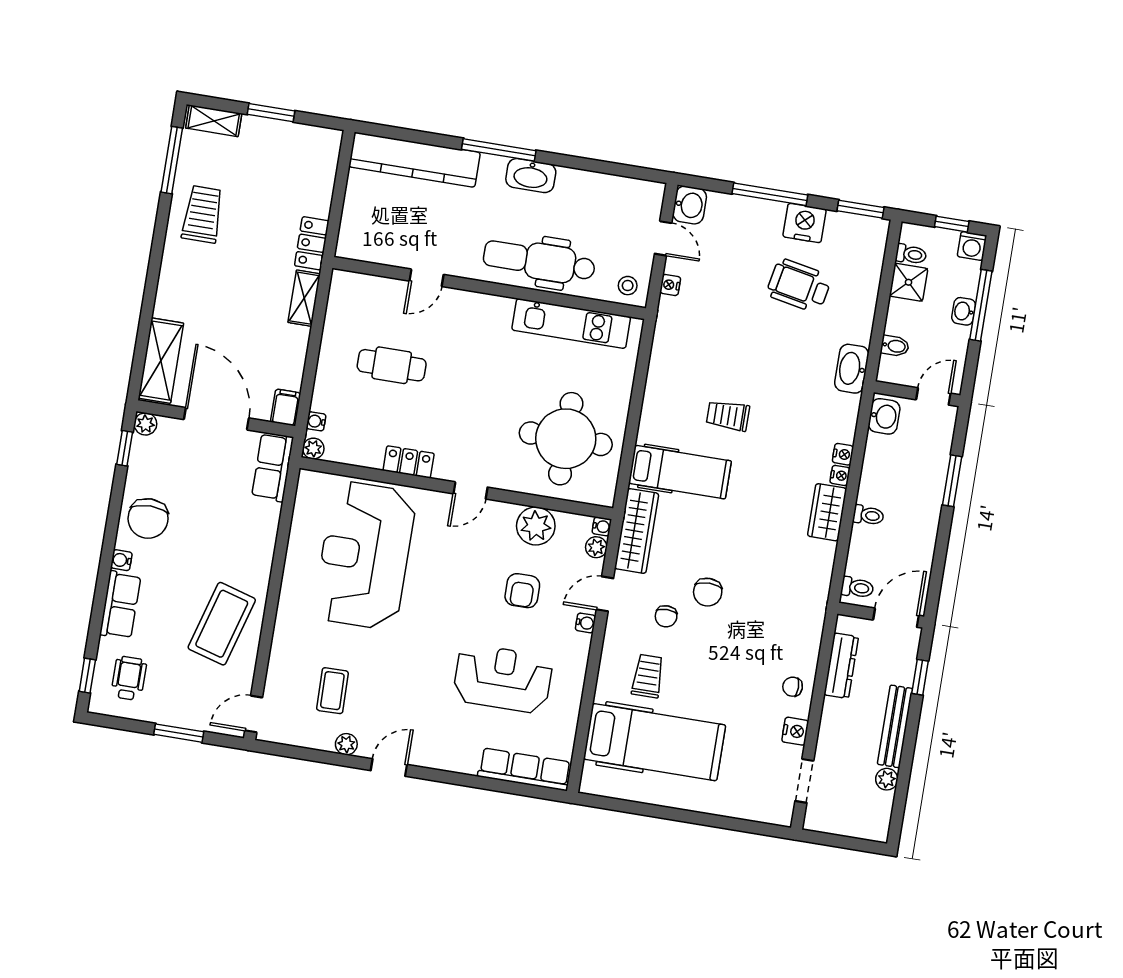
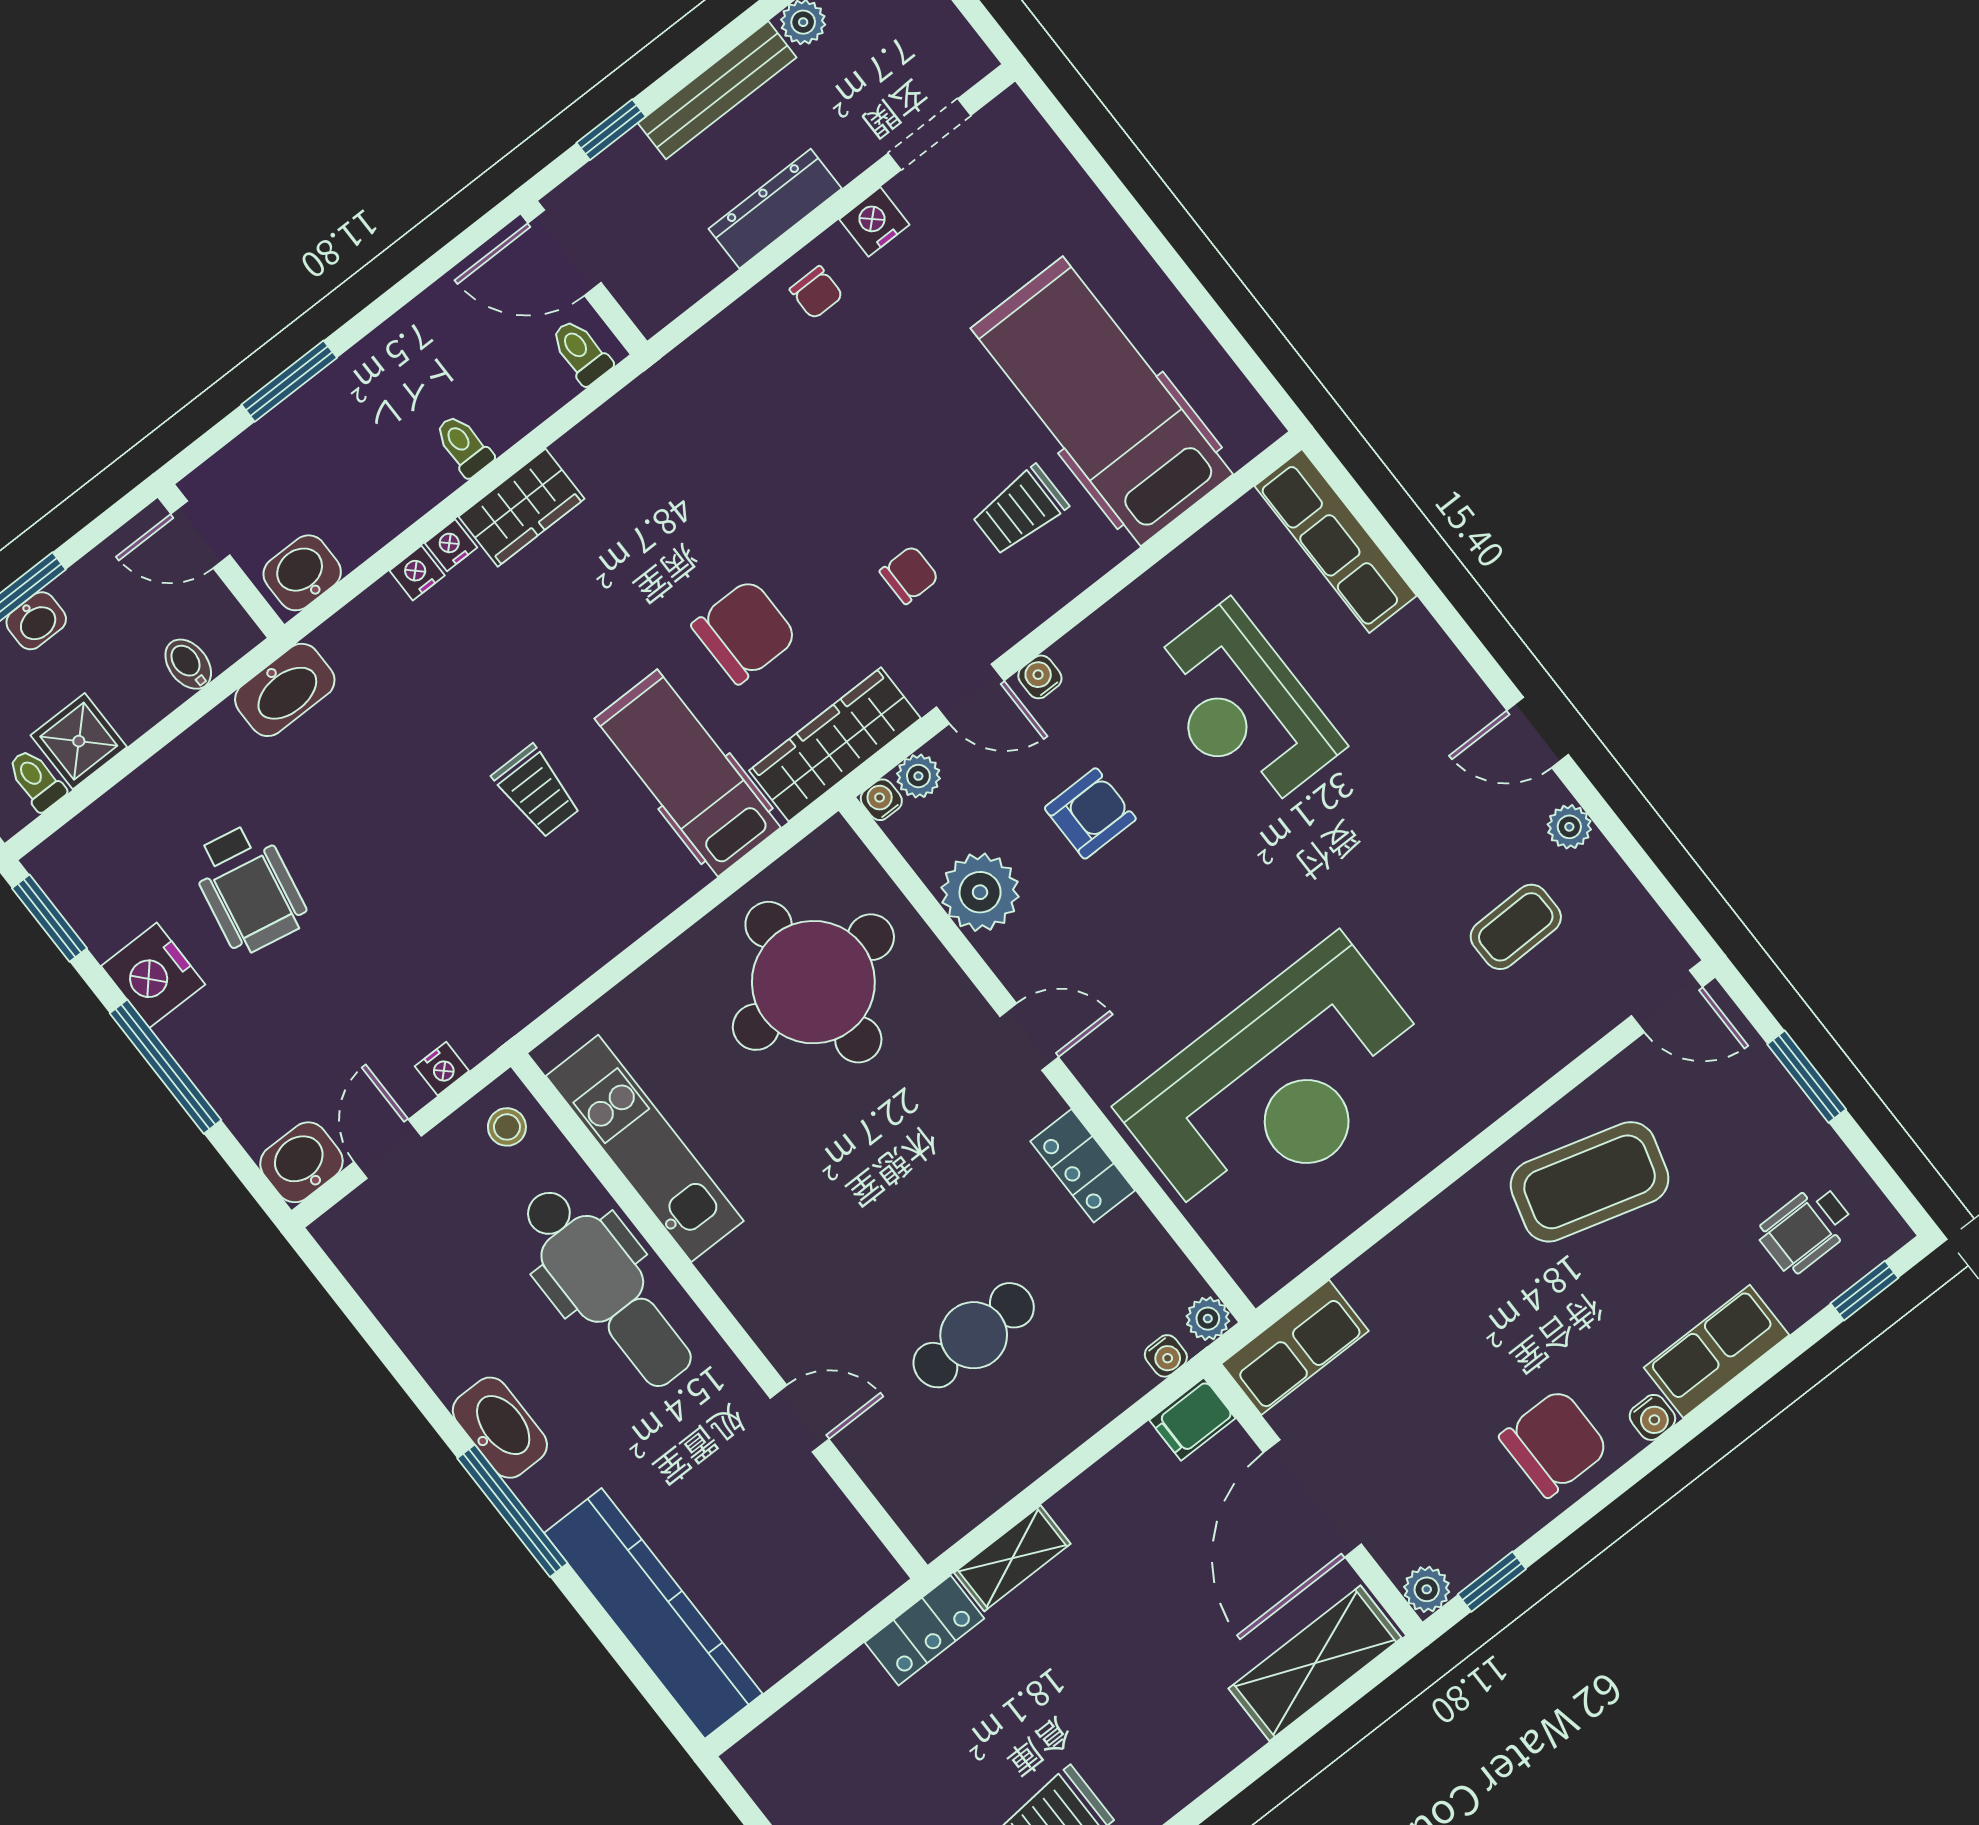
cafe table: (392, 365) -> (974, 1335), turned 90
chair: (708, 592) -> (744, 632), moved, width x1.37, depth x1.37
dresser: (841, 666) -> (775, 209), moved

